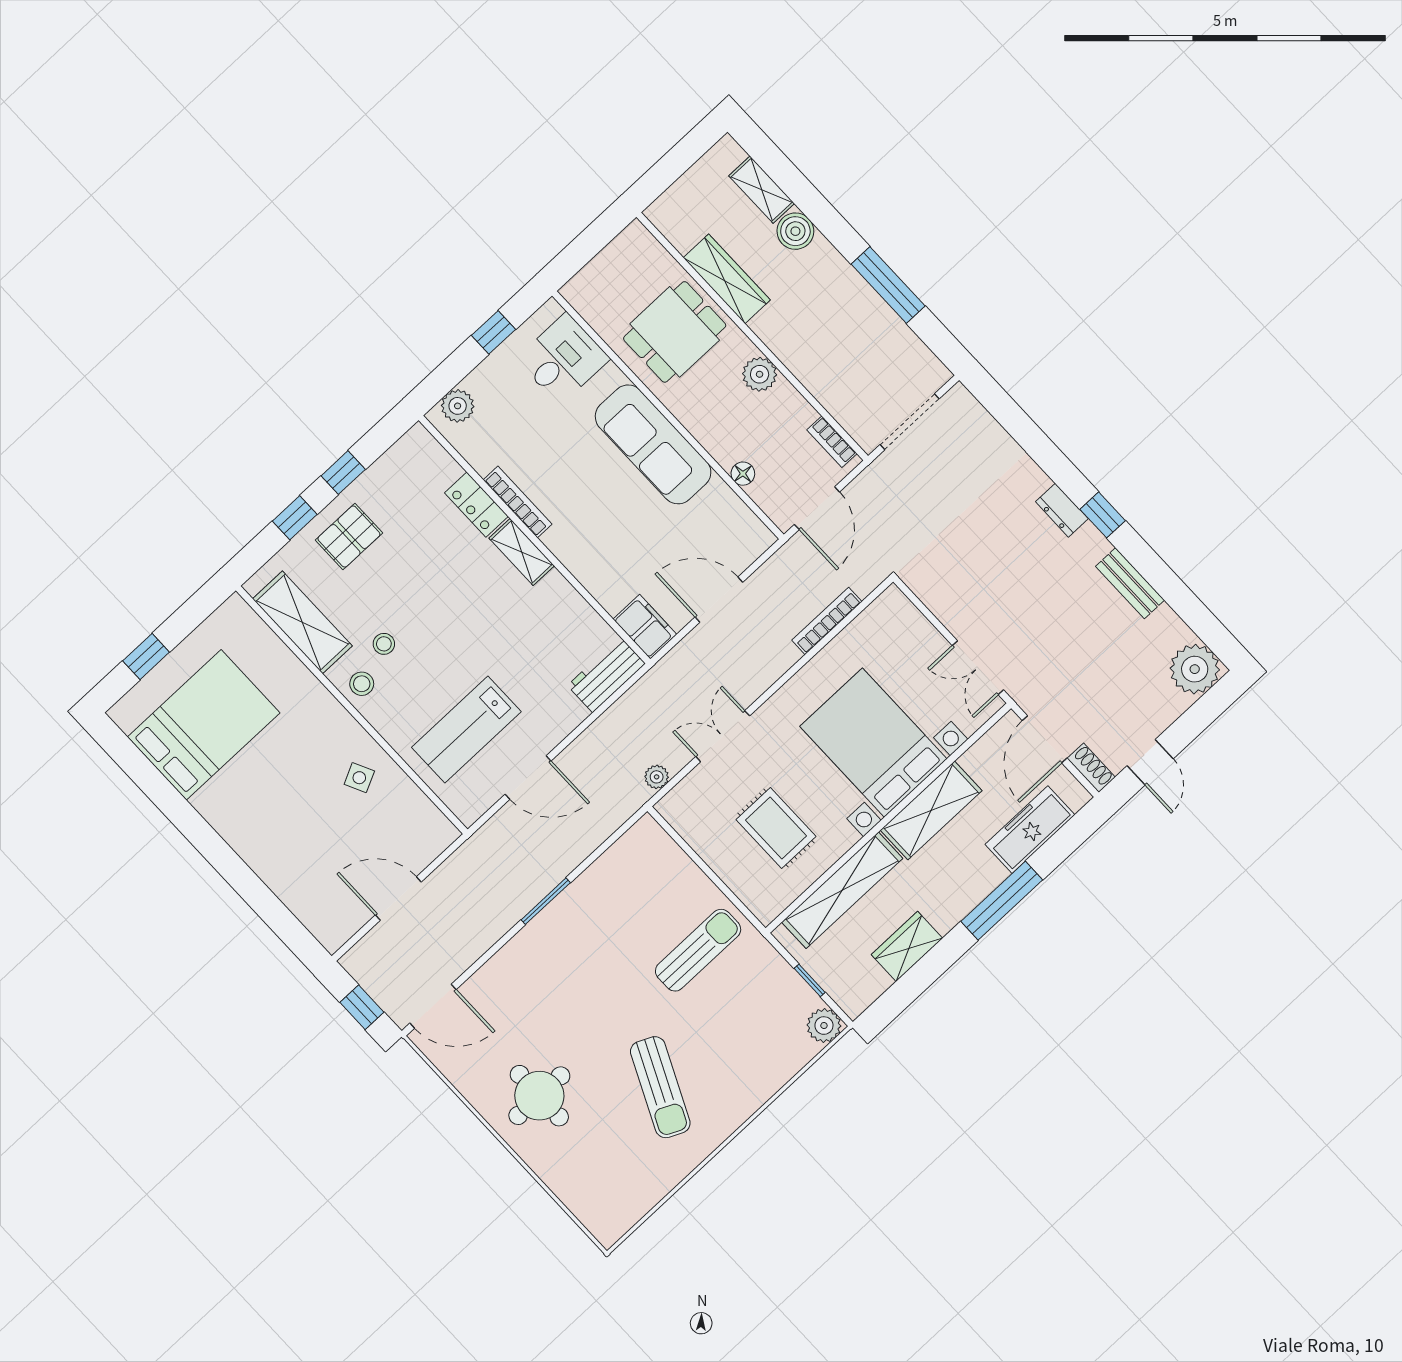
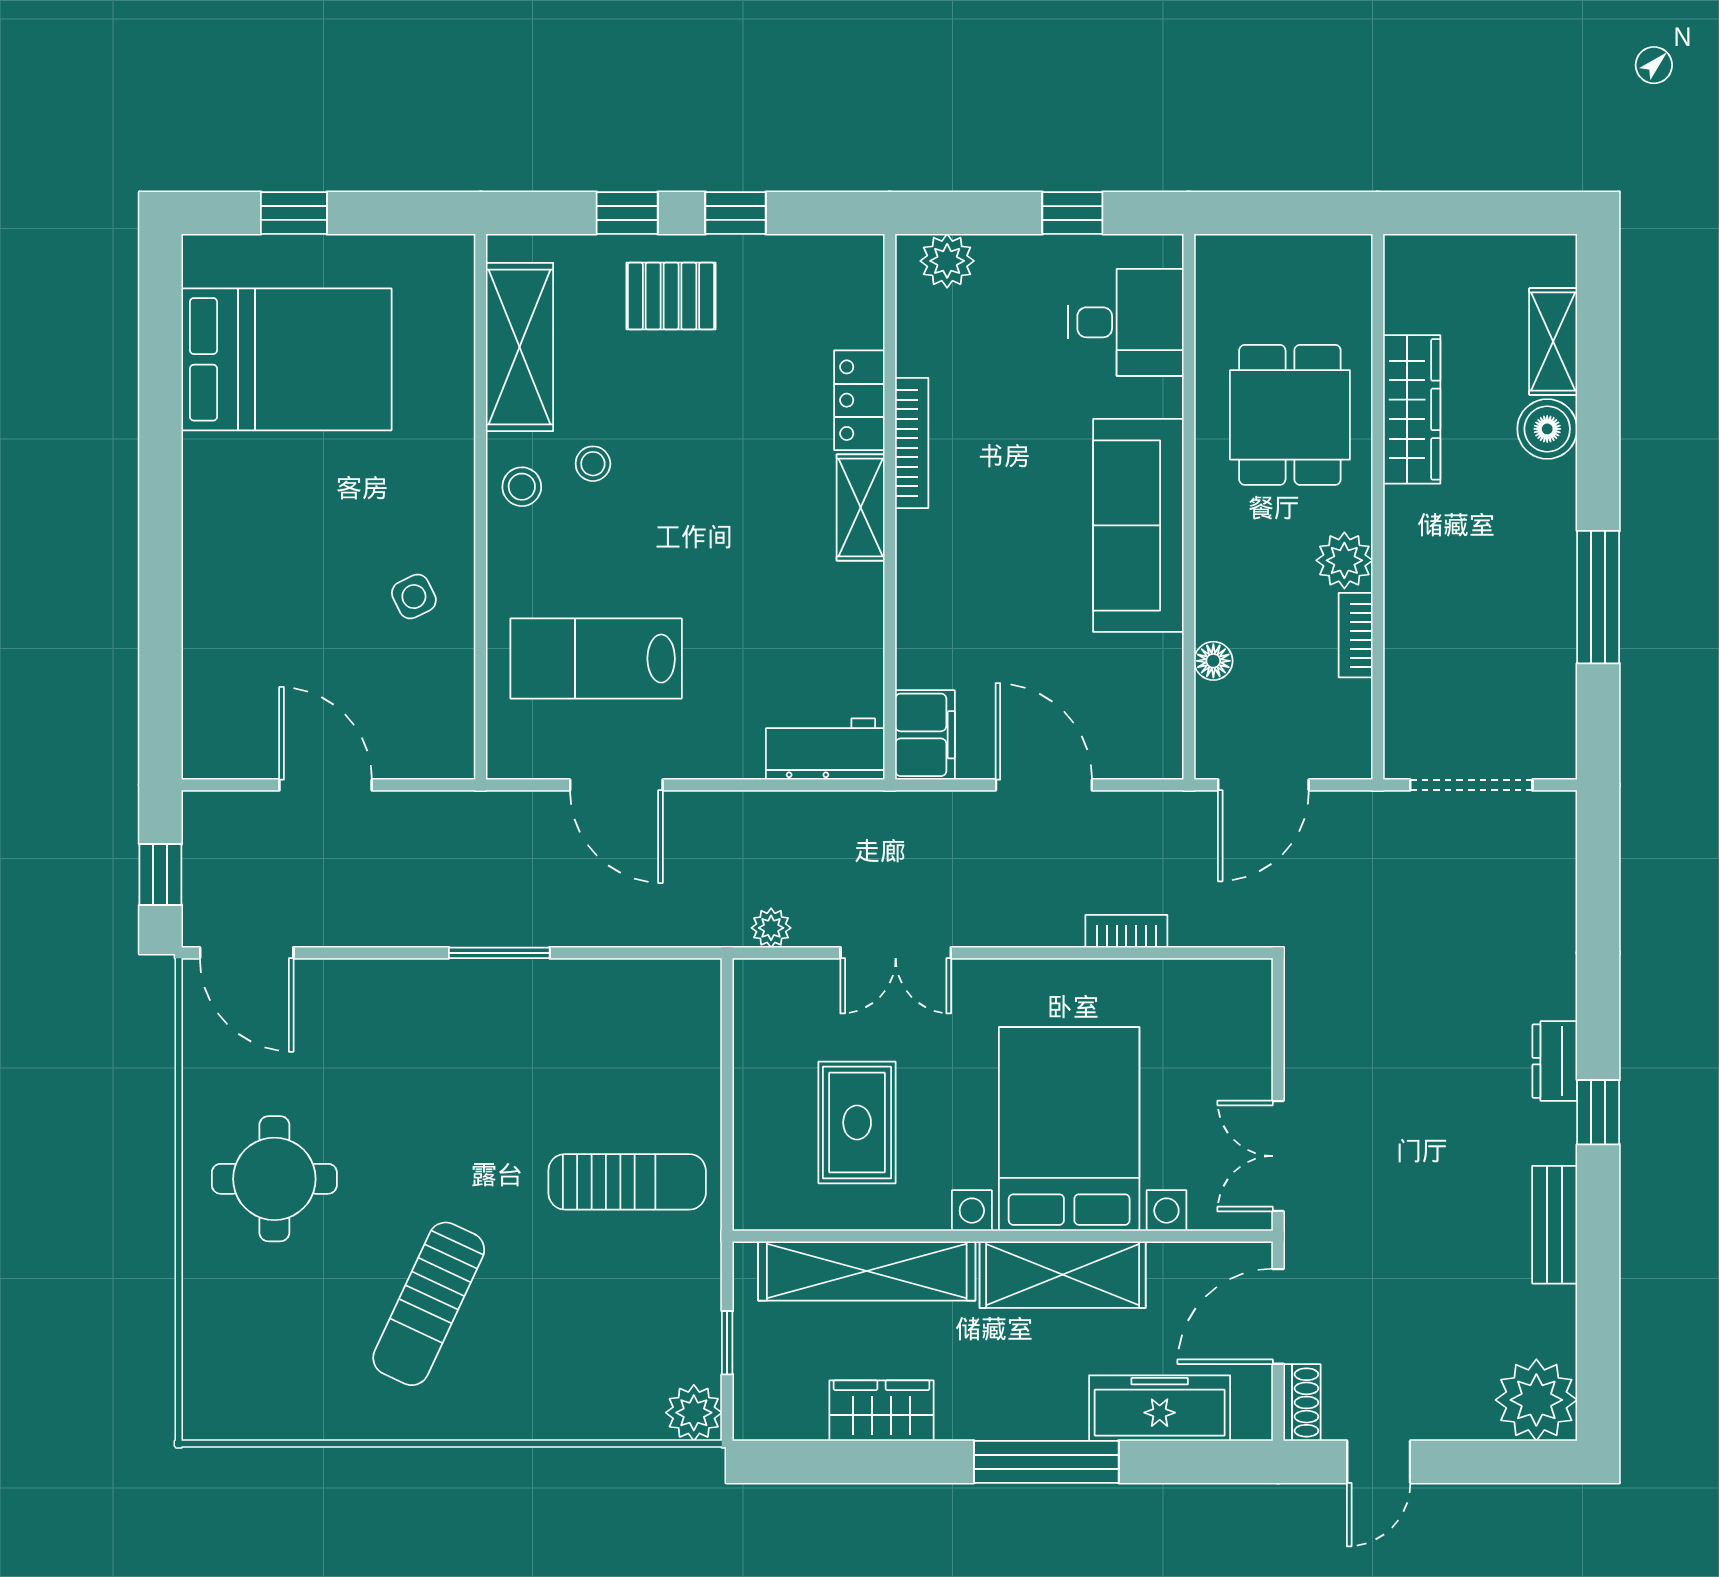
dining table: (675, 332) -> (1290, 415), turned 90
bookcase: (832, 442) -> (1356, 635), moved
bookcase: (827, 621) -> (1126, 931), width x0.64
double door: (723, 736) -> (896, 953), swing flipped

